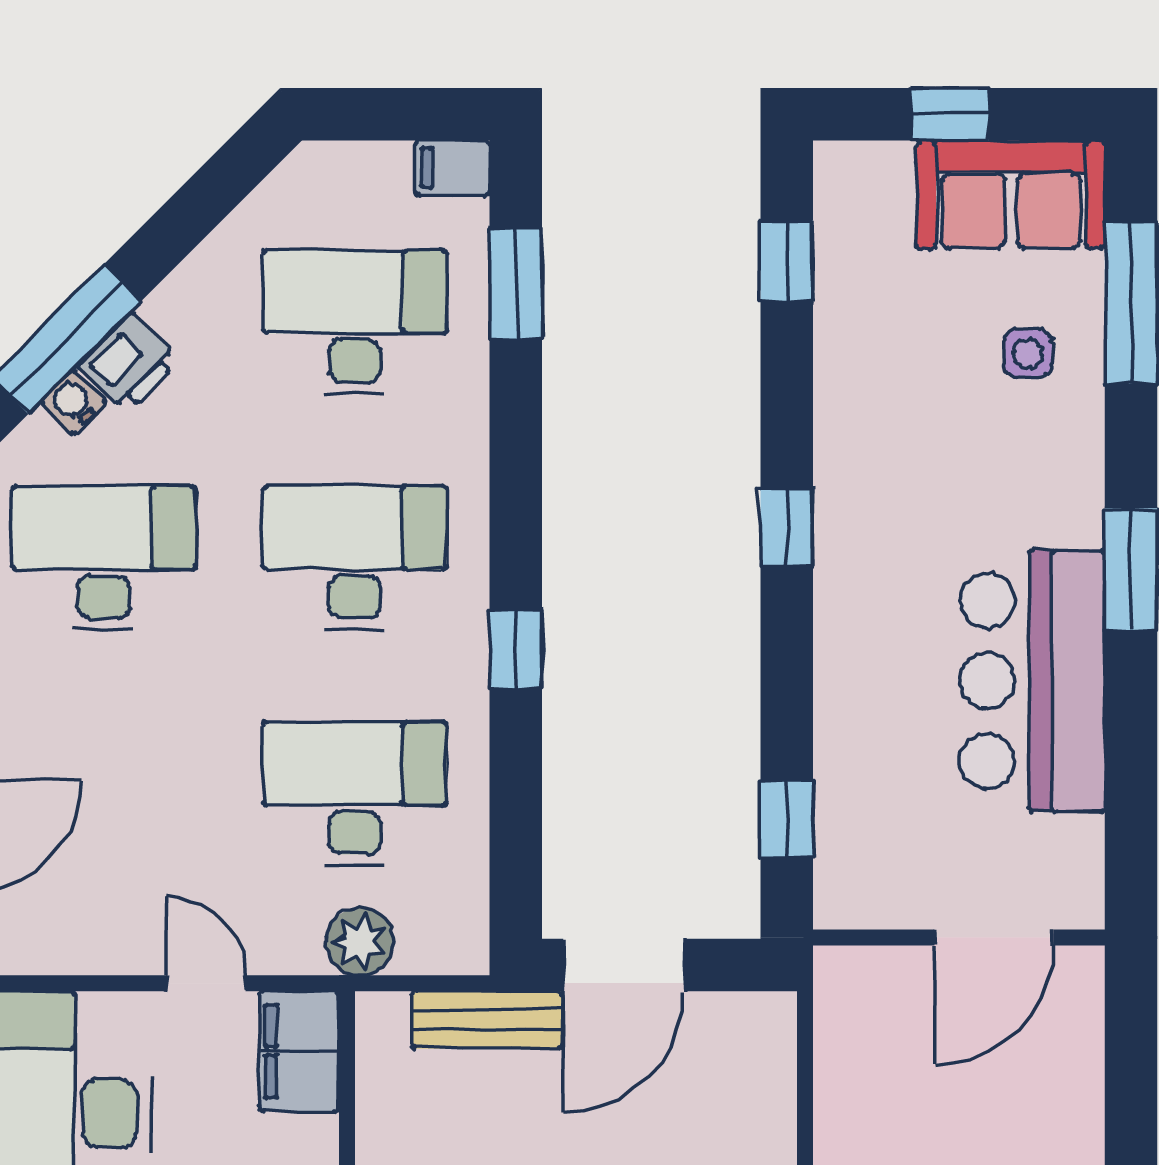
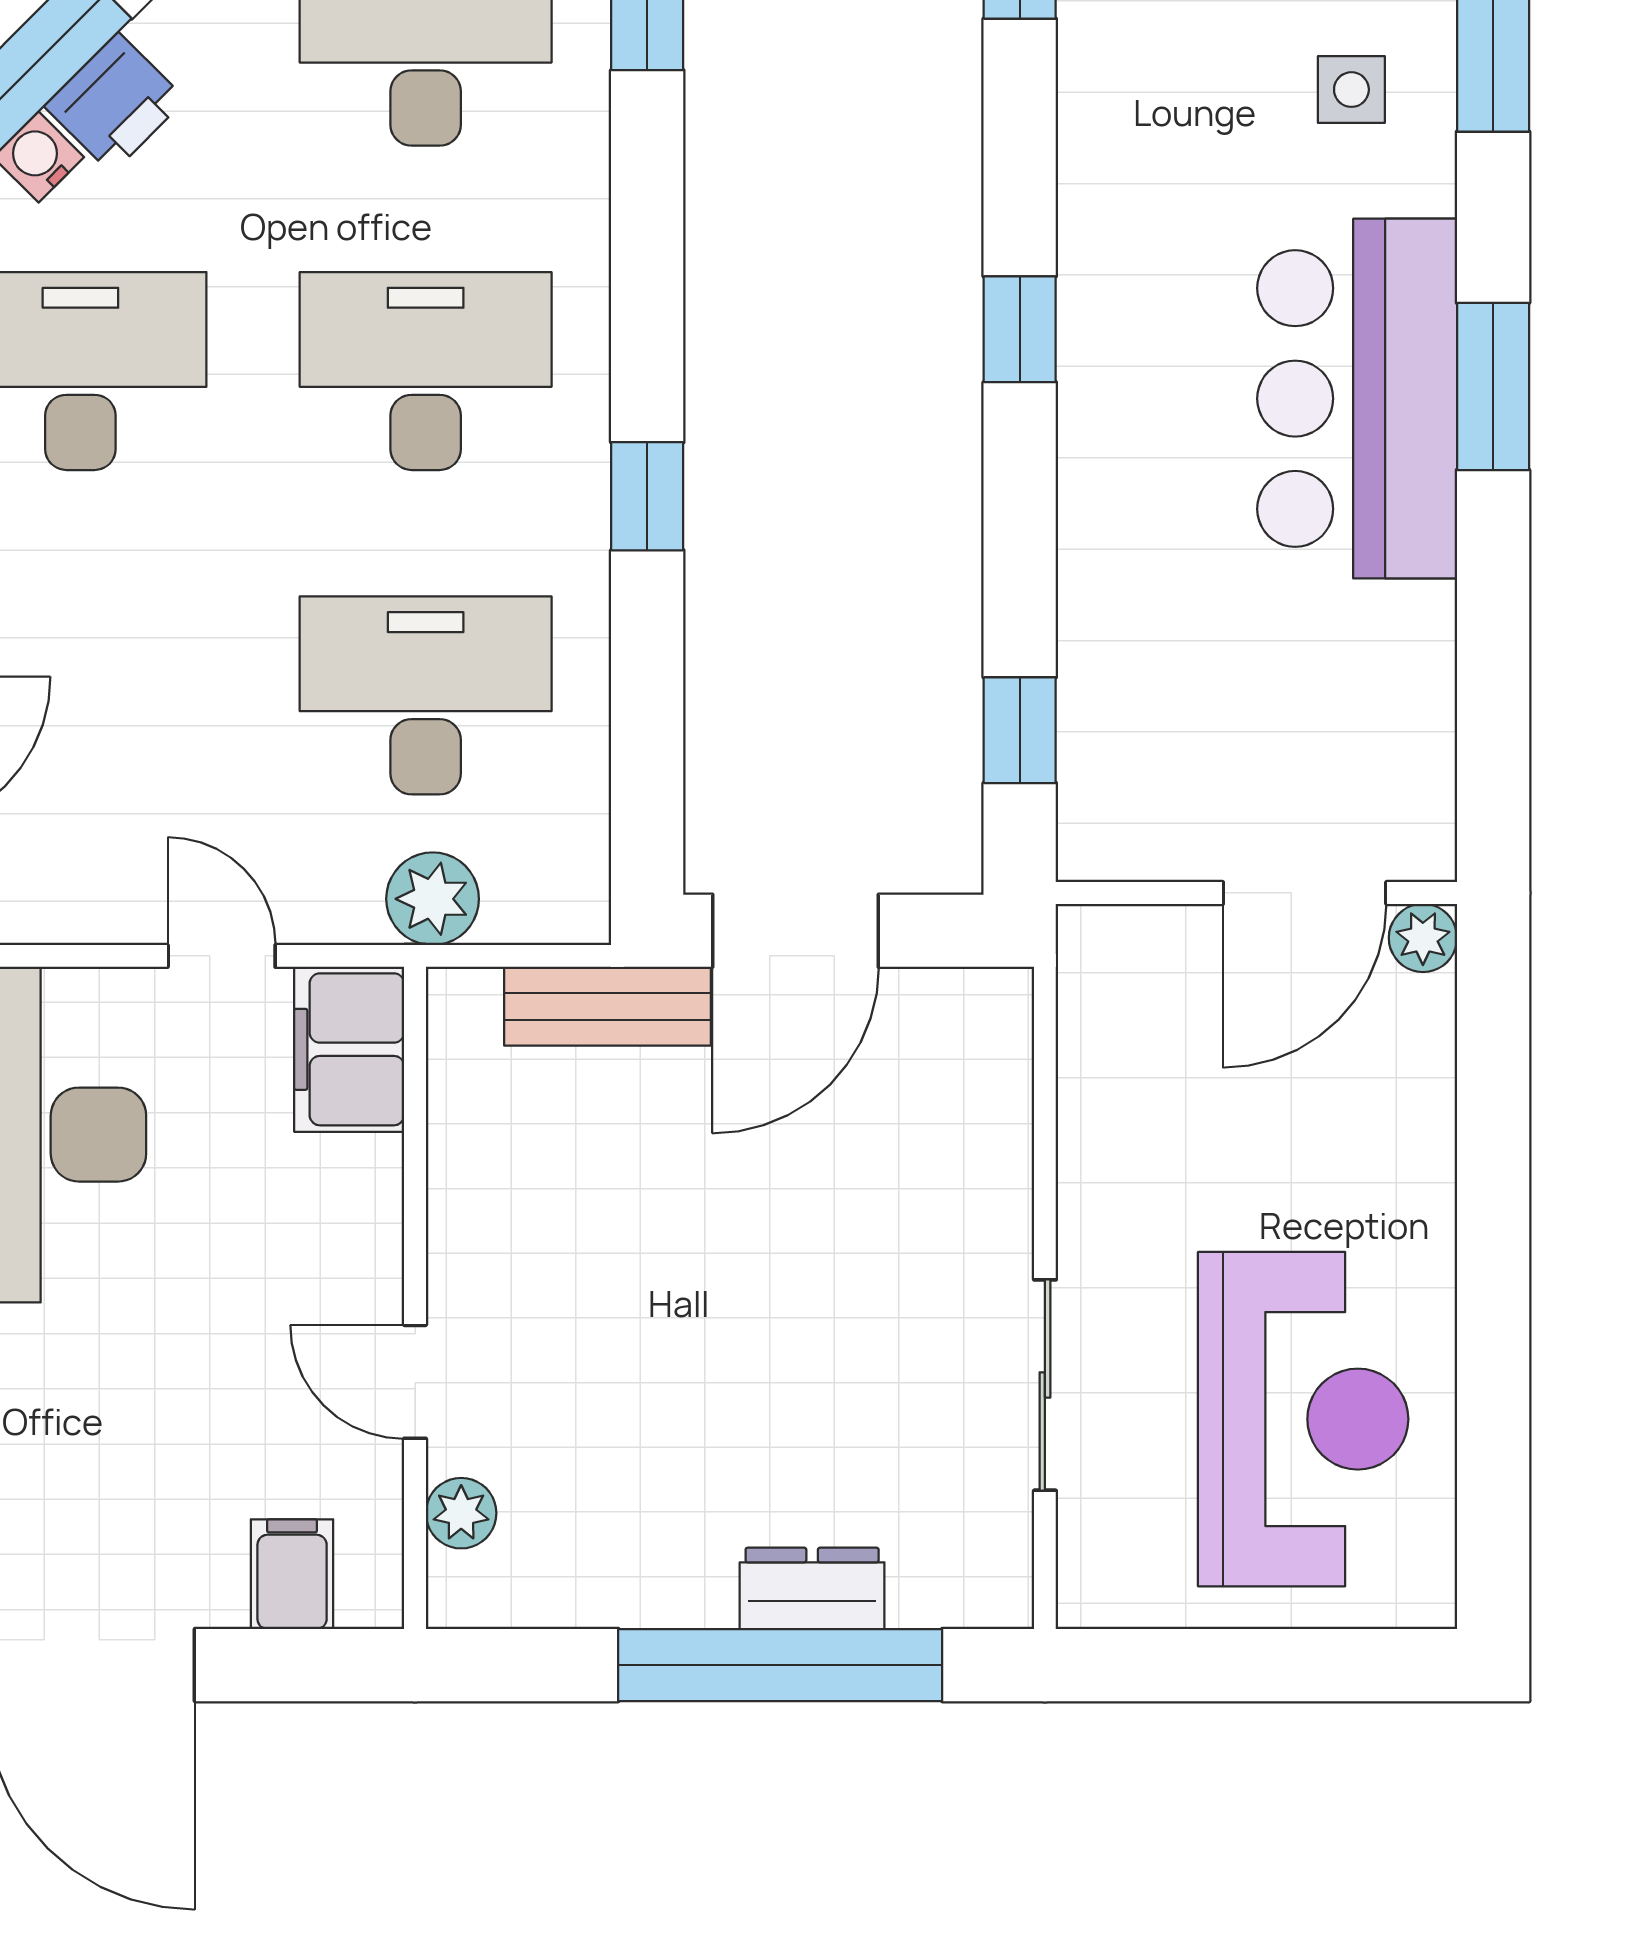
bar counter: (1032, 681) -> (1357, 399), moved
plant: (1080, 970) -> (1423, 938), added

